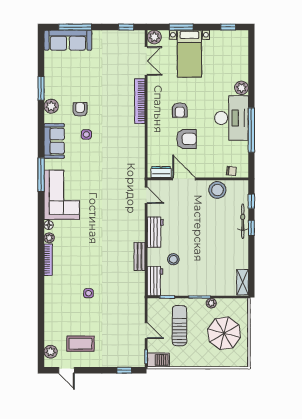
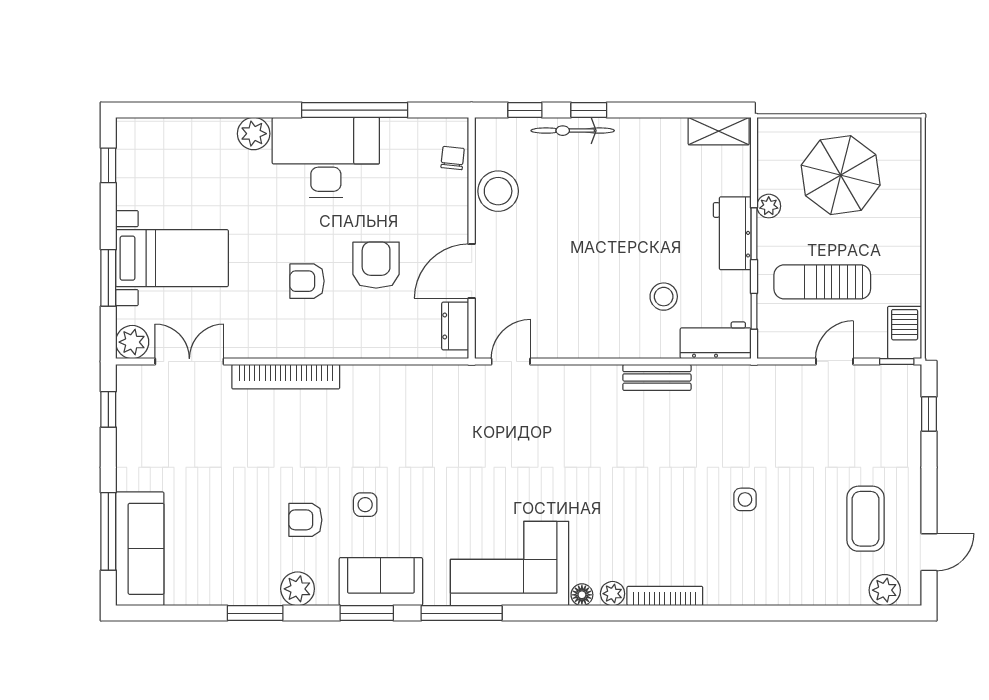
armchair: (180, 110) -> (307, 281), turned 180
window: (41, 135) -> (367, 613), added
workbench: (155, 232) -> (732, 233), moved, turned -90

